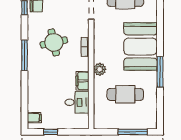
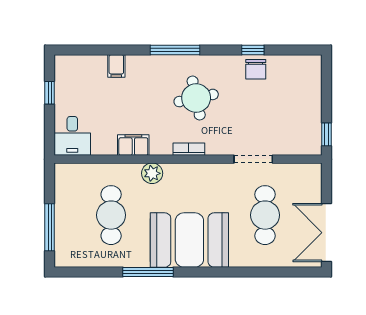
desk: (77, 102) -> (72, 136), moved
filing cabinet: (34, 118) -> (116, 66), moved

